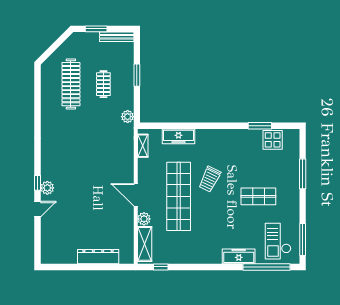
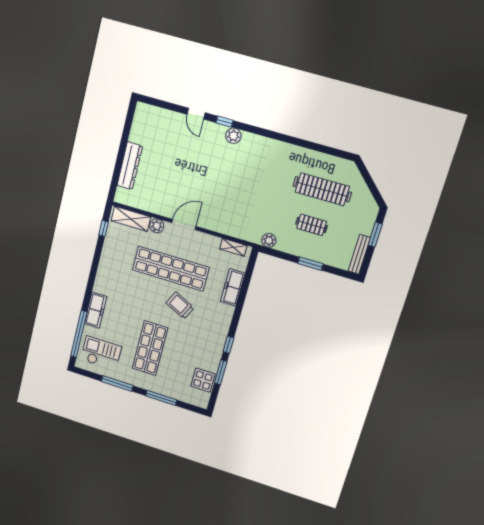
window: (232, 126) -> (228, 345), added
plant: (47, 188) -> (233, 136), moved
shop shelf: (258, 196) -> (150, 348), width x1.43, depth x1.36
window: (303, 240) -> (117, 383), moved

